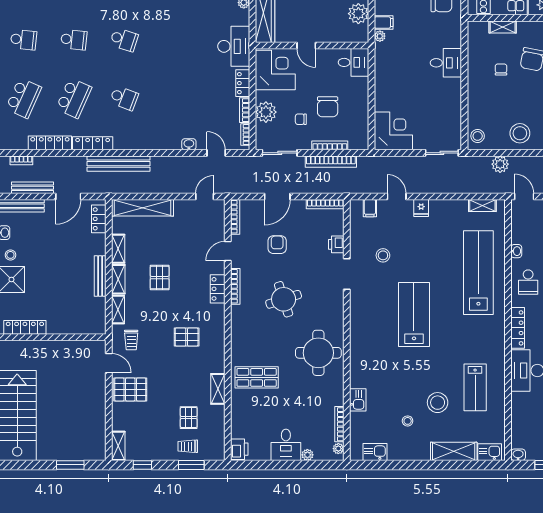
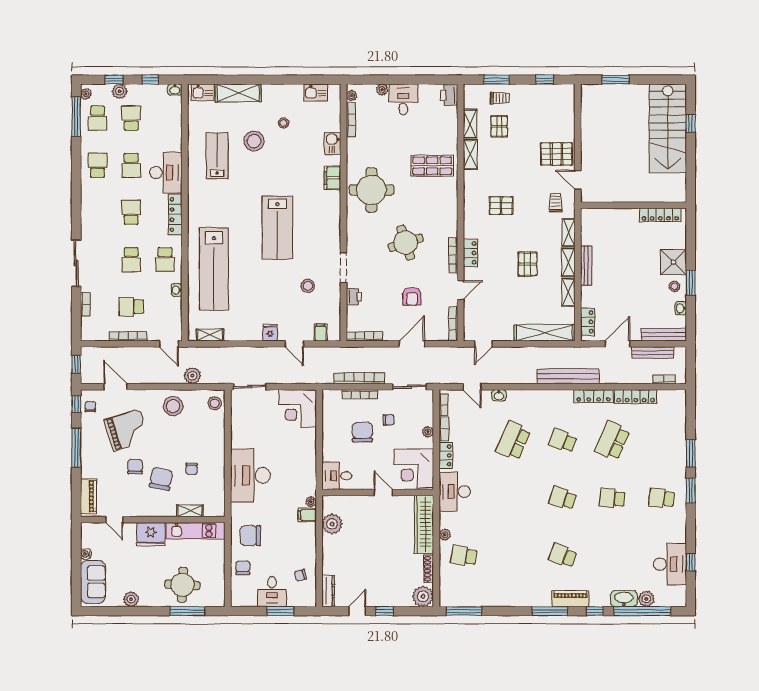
desk: (446, 63) -> (250, 475), width x1.87, depth x1.30
school desk: (24, 98) -> (513, 441), moved
plant: (266, 112) -> (428, 432), width x0.53, depth x0.53
school desk: (528, 282) -> (165, 260), turned 180
filing cabinet: (358, 365) -> (332, 178), added
shelving: (118, 446) -> (470, 124), moved

